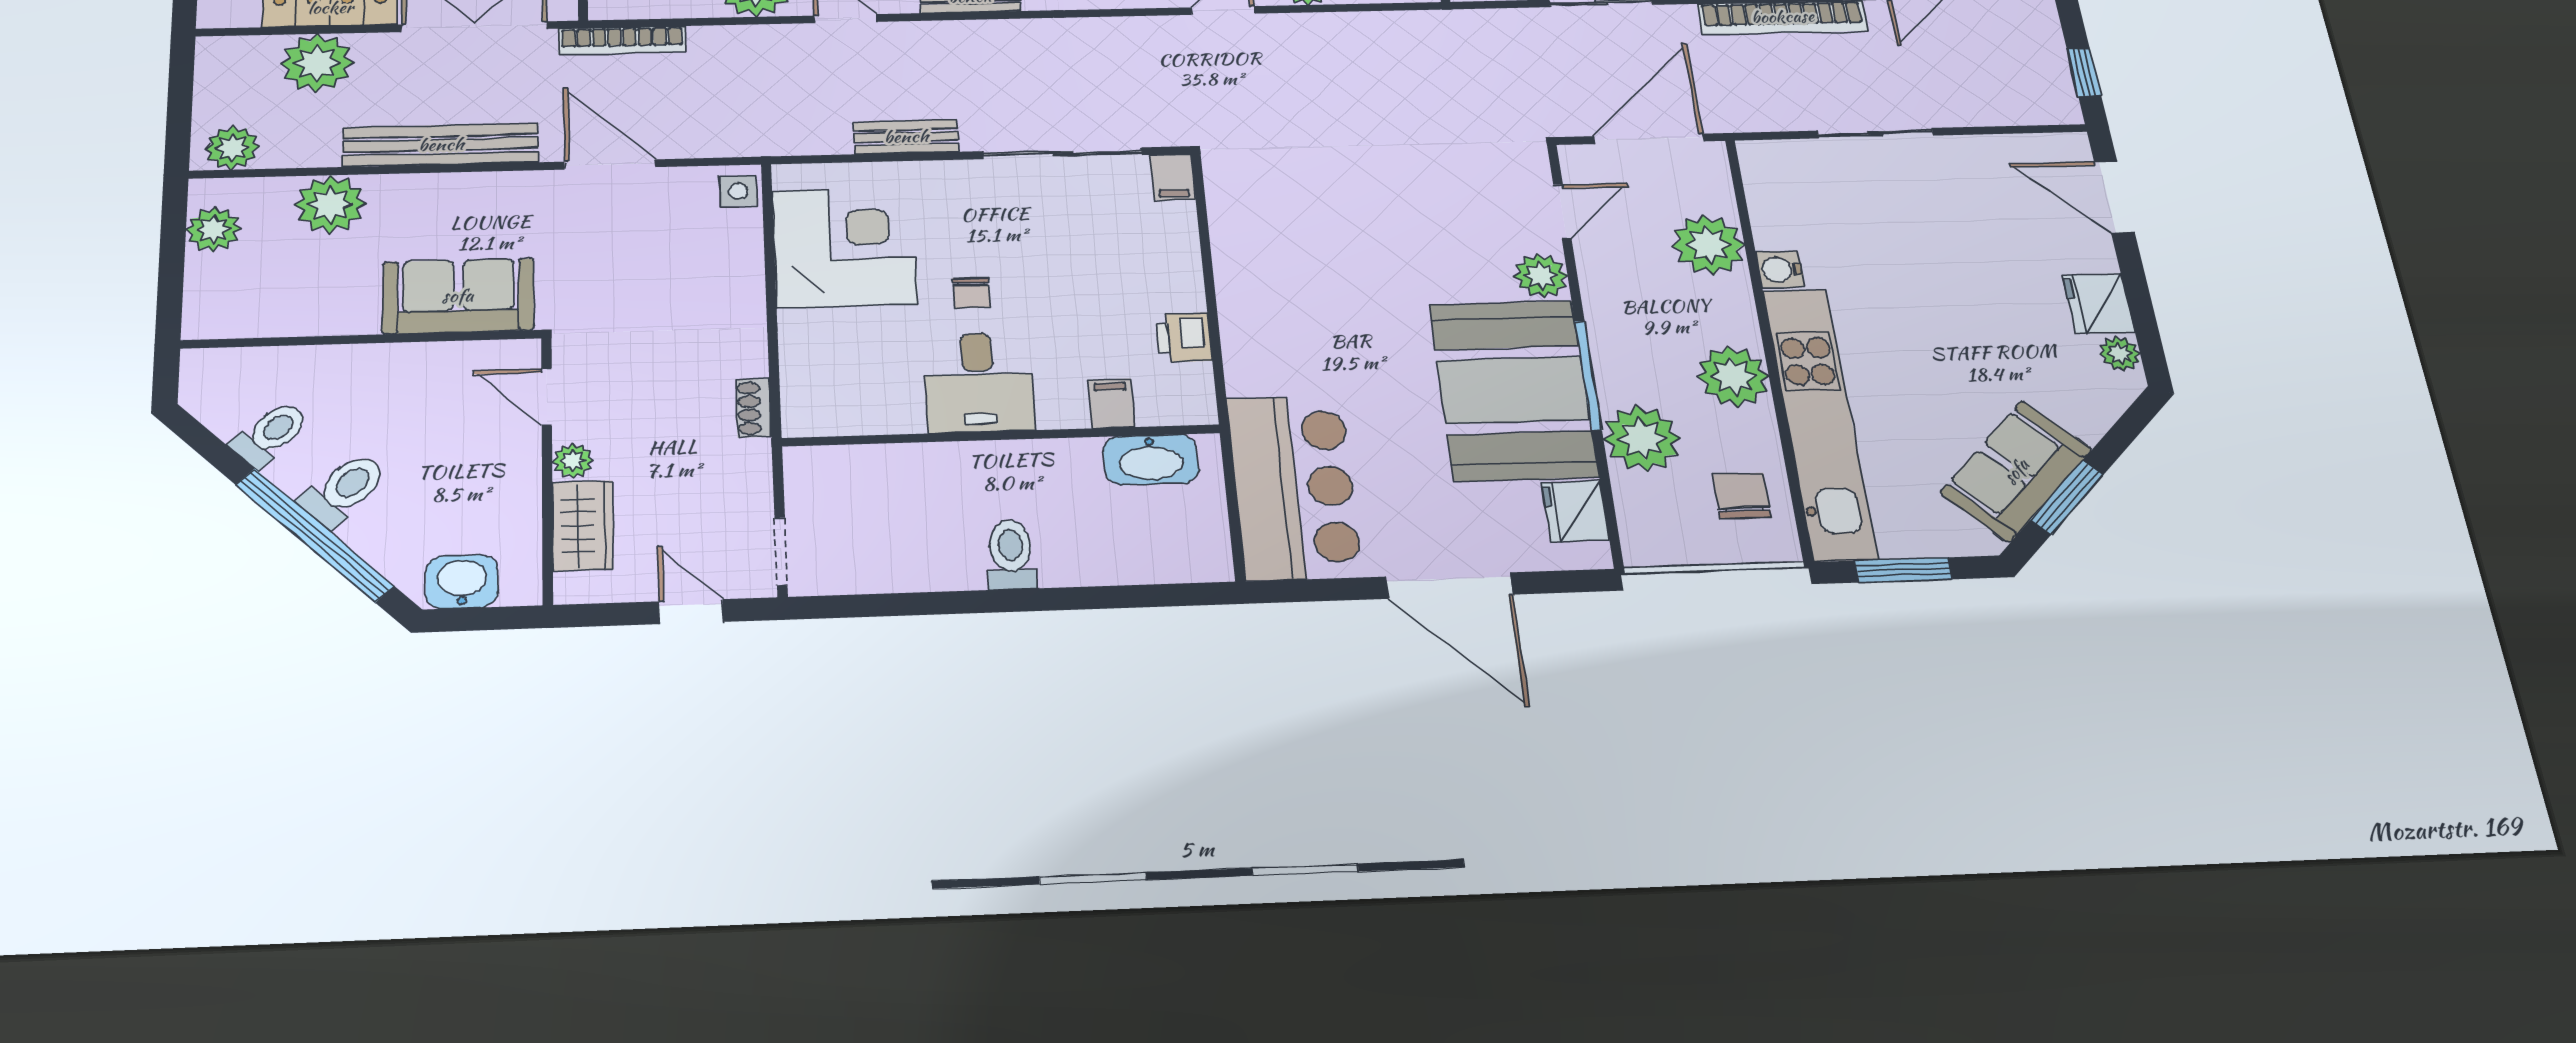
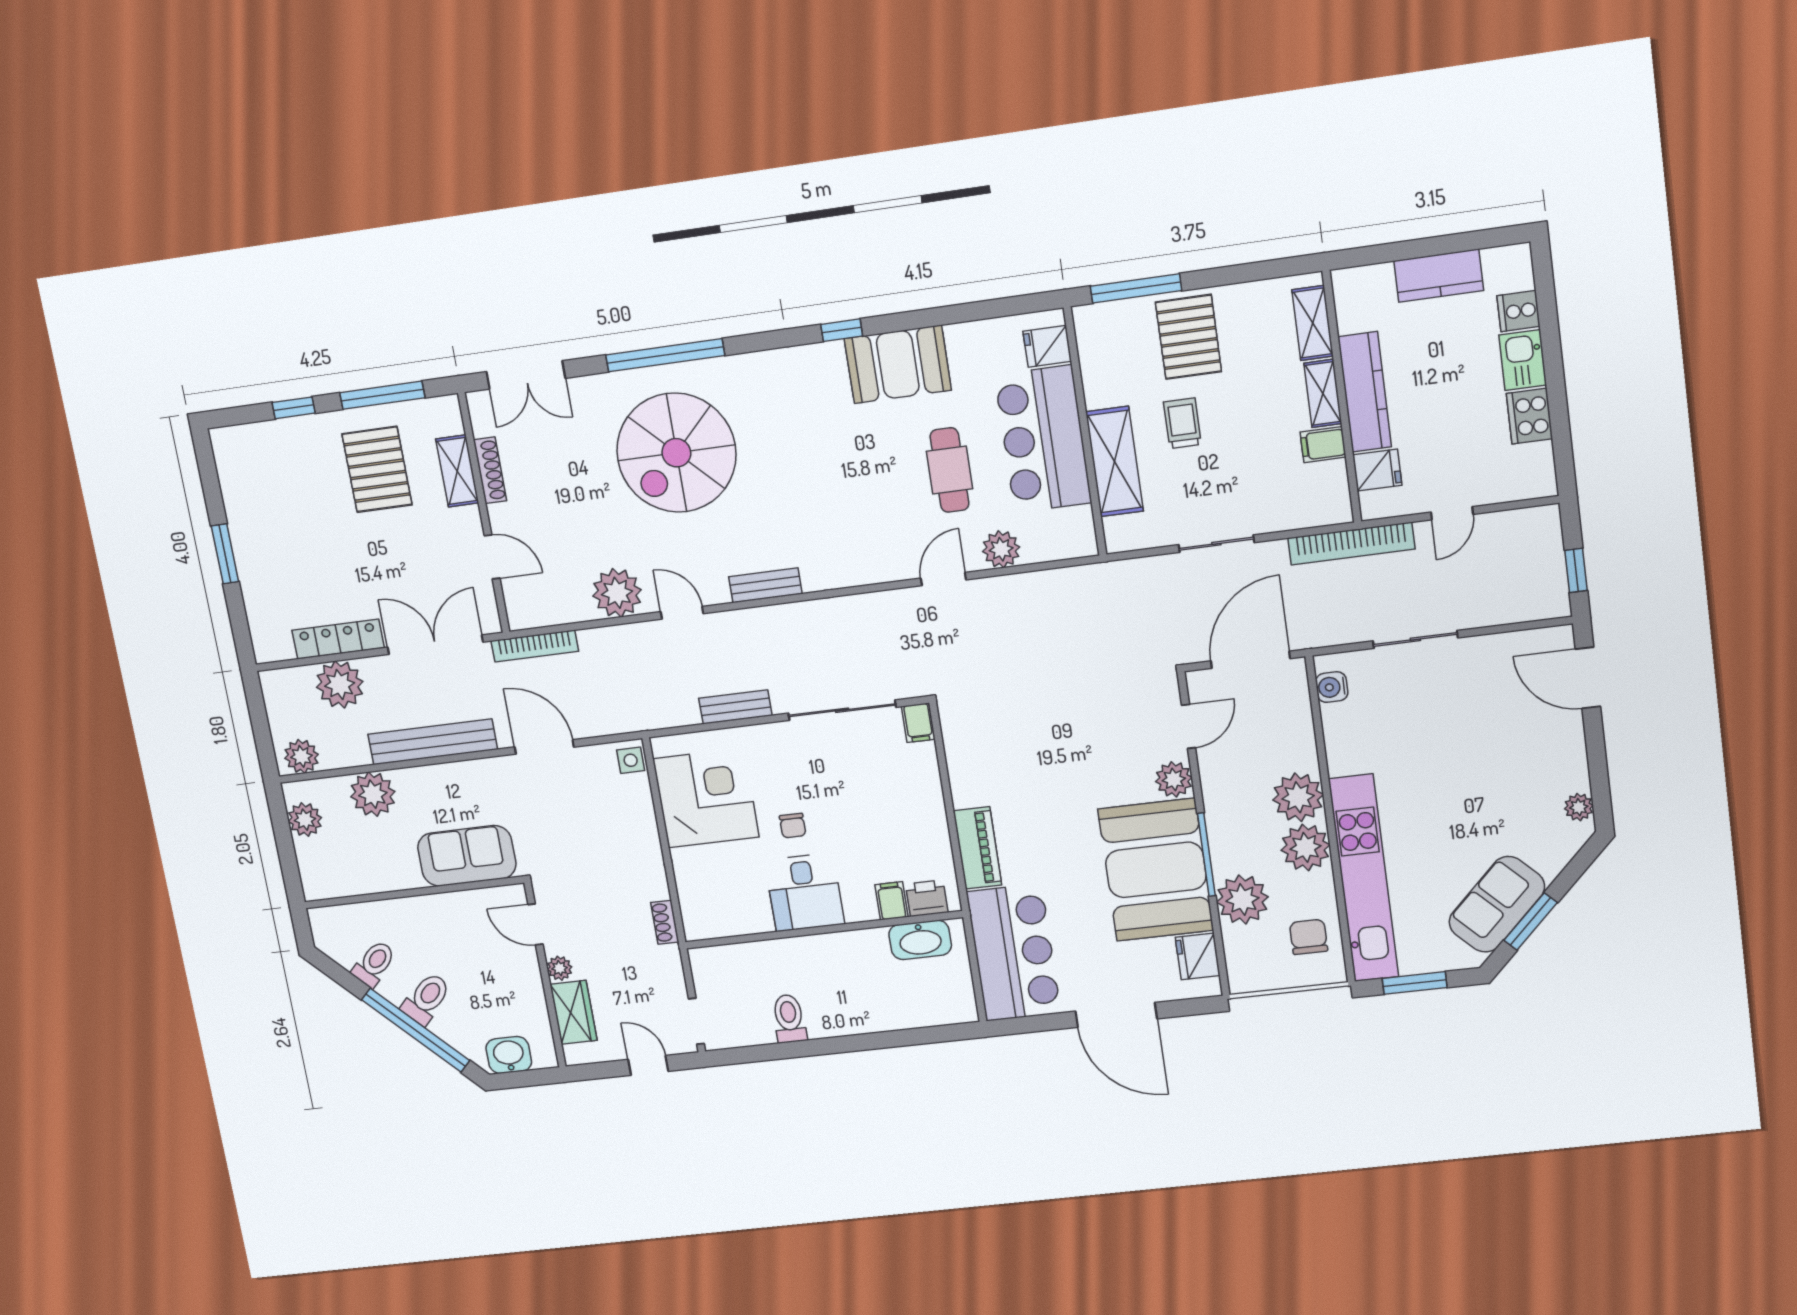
plant: (1708, 245) -> (1298, 797), moved
water cooler: (1780, 269) -> (1332, 687), moved
fridge: (2099, 304) -> (1567, 768), removed
printer: (1184, 337) -> (927, 898), moved, turned 90
piano: (1248, 342) -> (977, 848), added
toilet: (1011, 555) -> (789, 1019), moved

